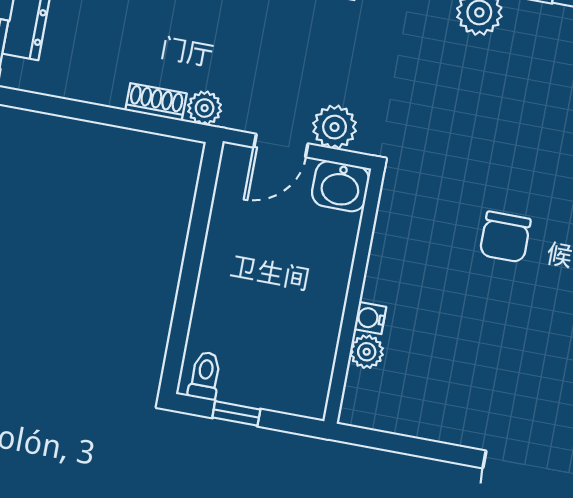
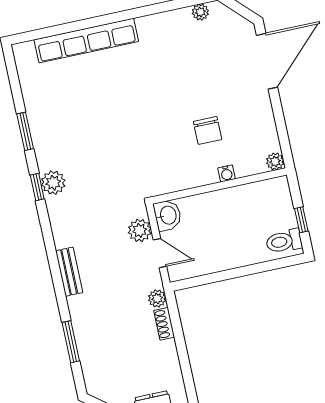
chair: (505, 237) -> (208, 130), moved, turned 90
plant: (367, 352) -> (275, 161), moved
toilet: (205, 376) -> (284, 241), width x1.37, depth x1.39

